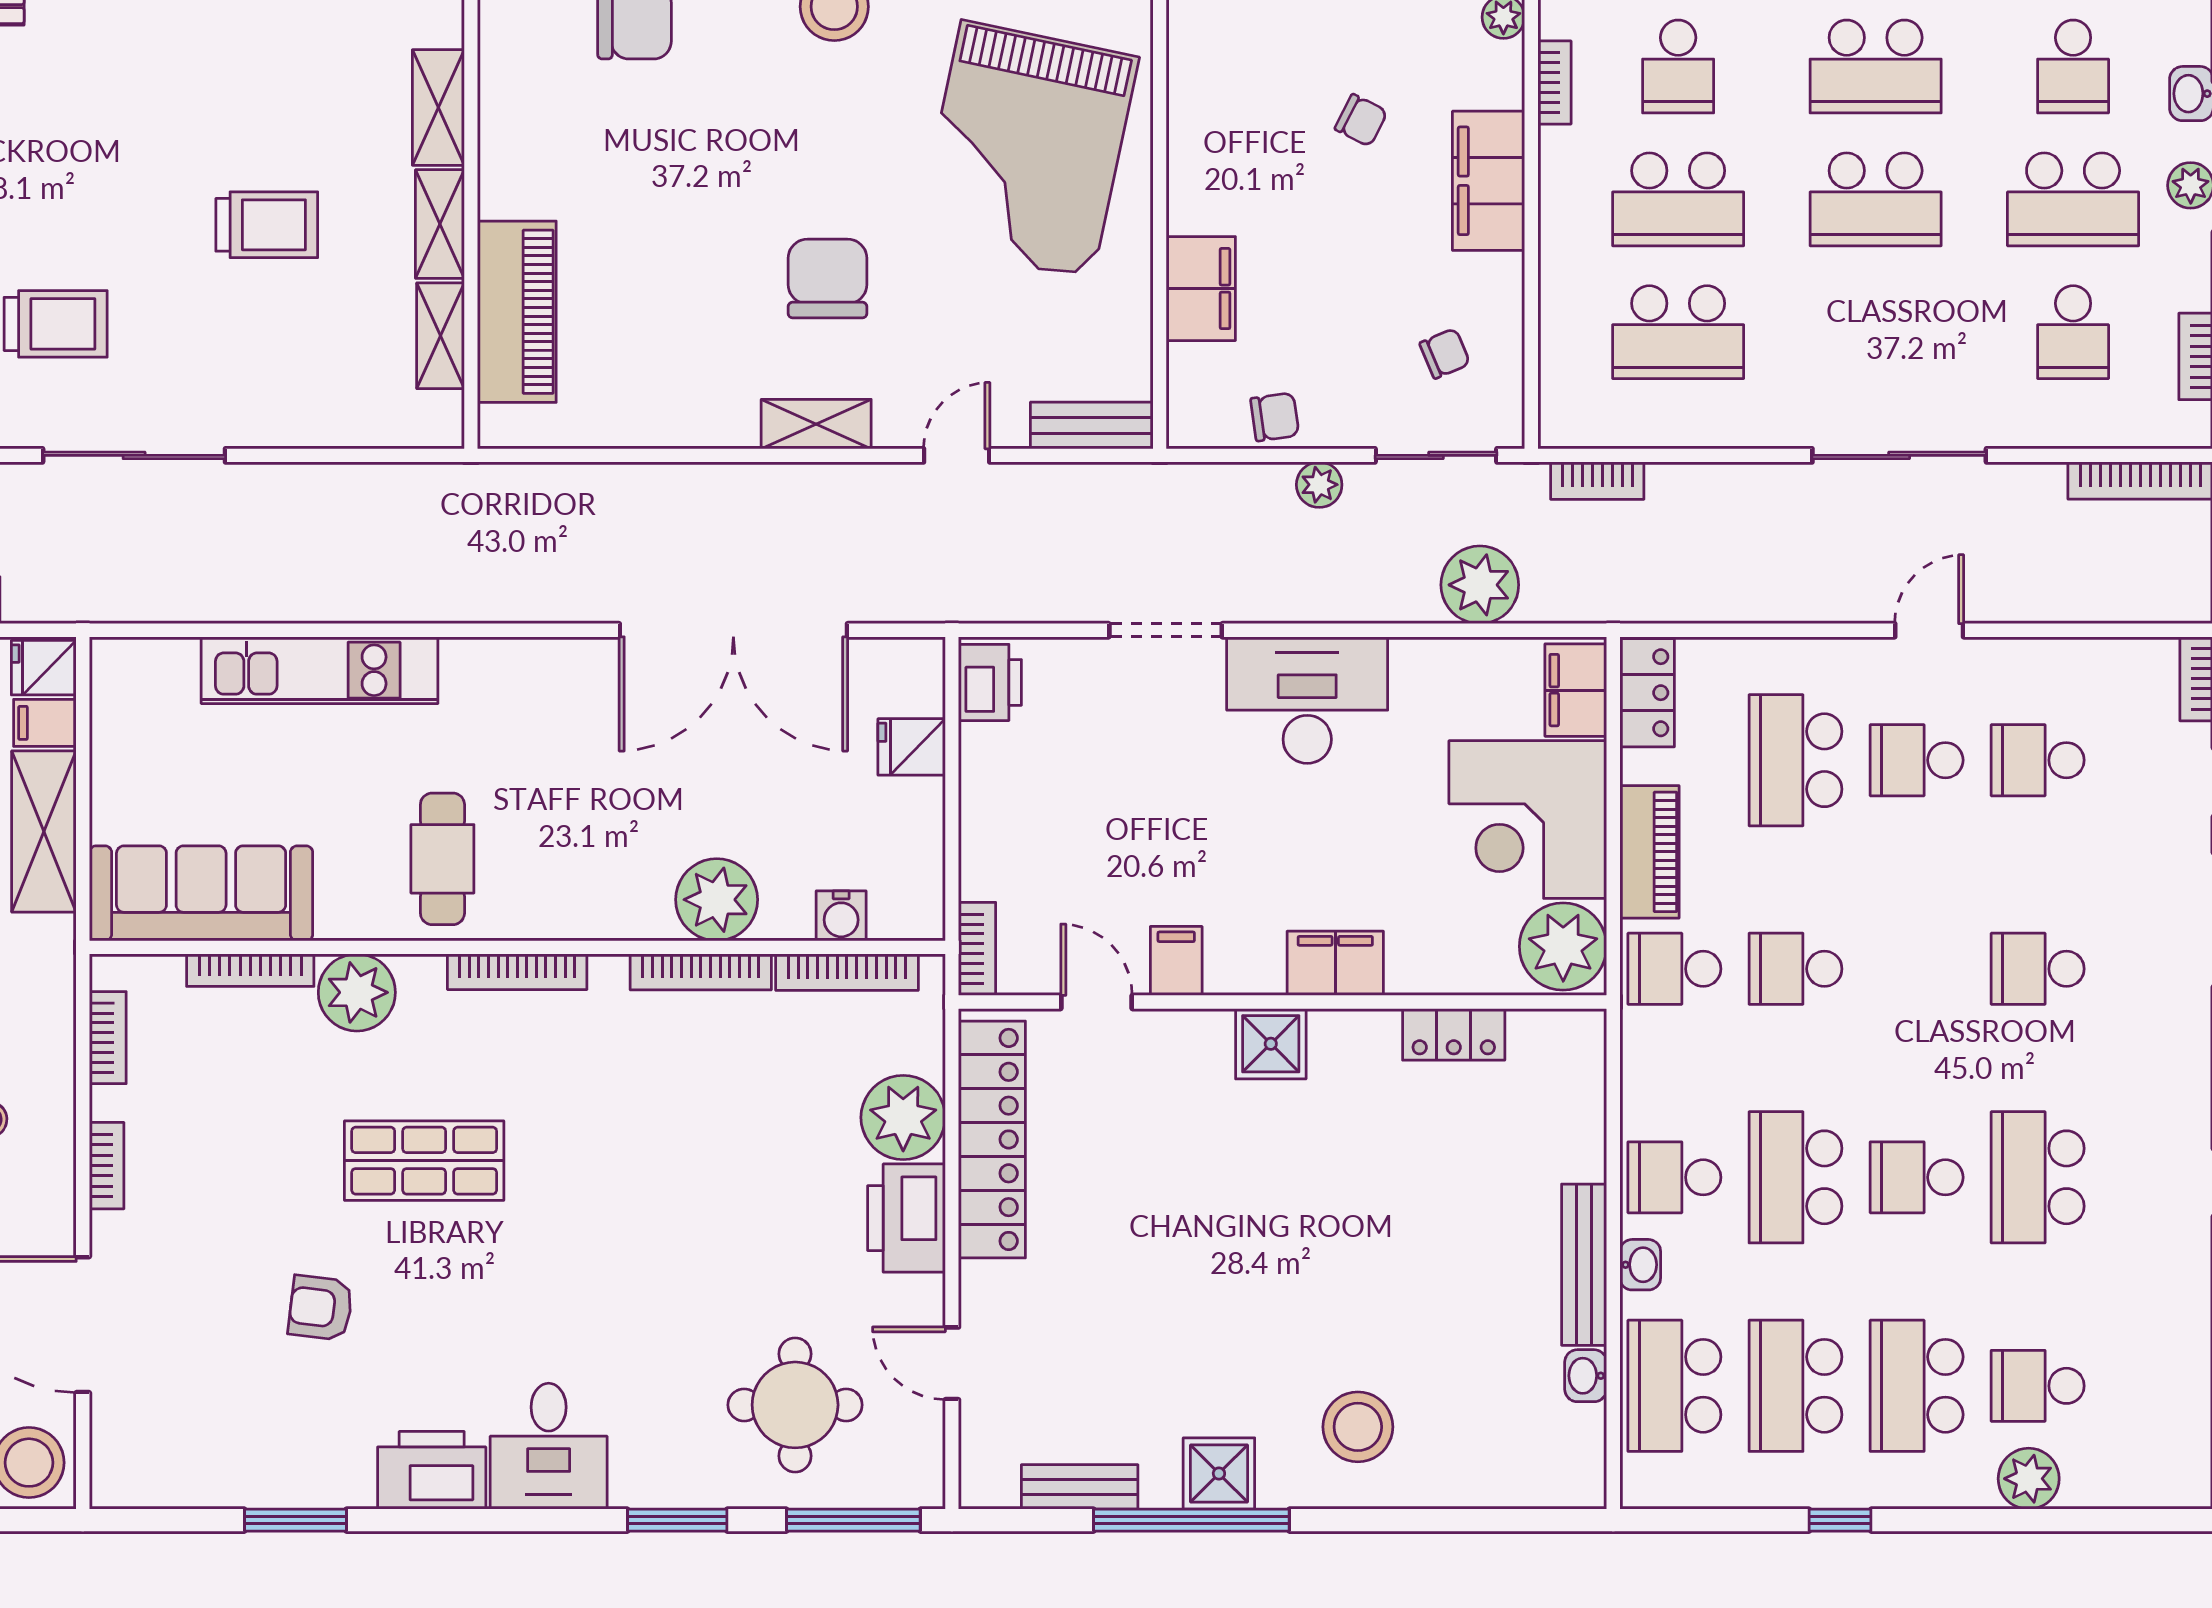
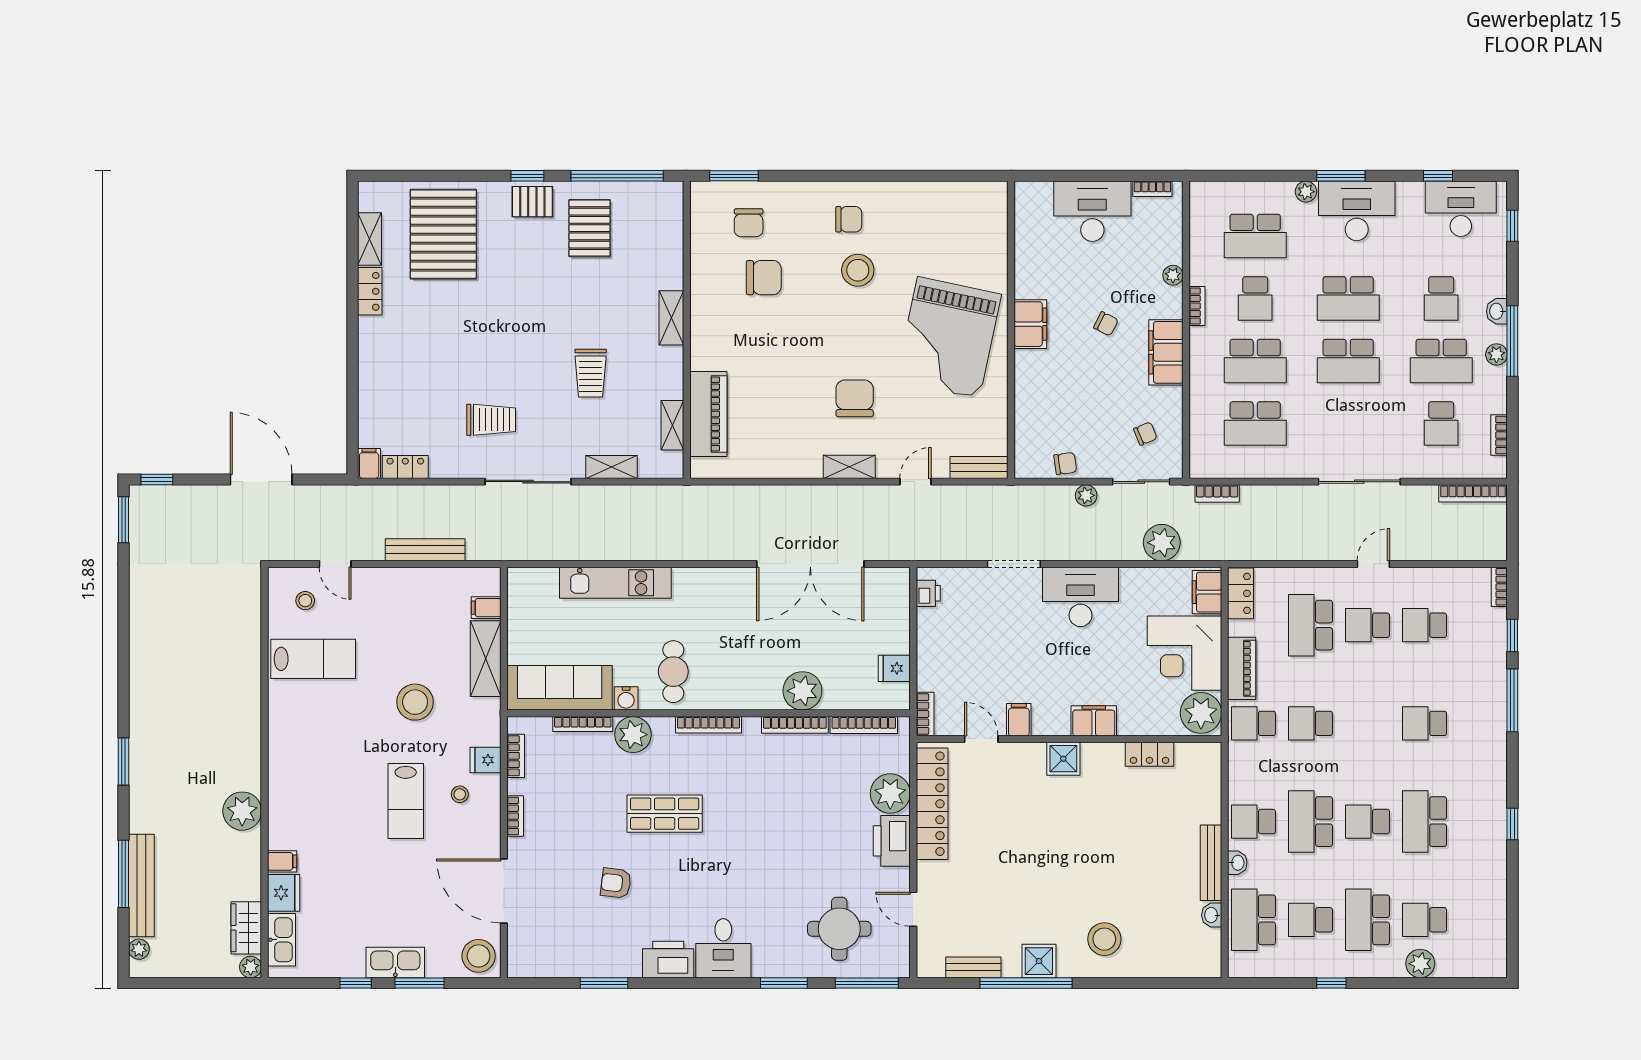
shelving: (440, 224) -> (611, 467), moved, turned 90
trolley: (267, 225) -> (591, 373), turned 90
filing cabinet: (1201, 289) -> (1030, 324), moved
fridge: (44, 668) -> (486, 760), moved
printer: (990, 682) -> (928, 593), width x0.73, depth x0.81
fridge: (912, 747) -> (894, 668), moved
water cooler: (841, 916) -> (626, 698), moved
school desk: (1795, 1386) -> (1310, 920), width x0.54

